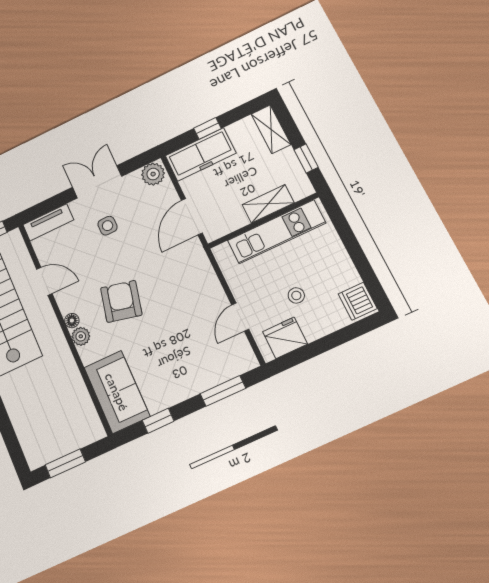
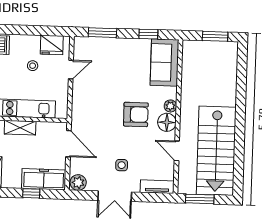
door: (192, 217) -> (68, 144), hinge flipped
armchair: (121, 301) -> (136, 114), turned -103
floor lamp: (72, 321) -> (167, 122), width x1.89, depth x1.89

